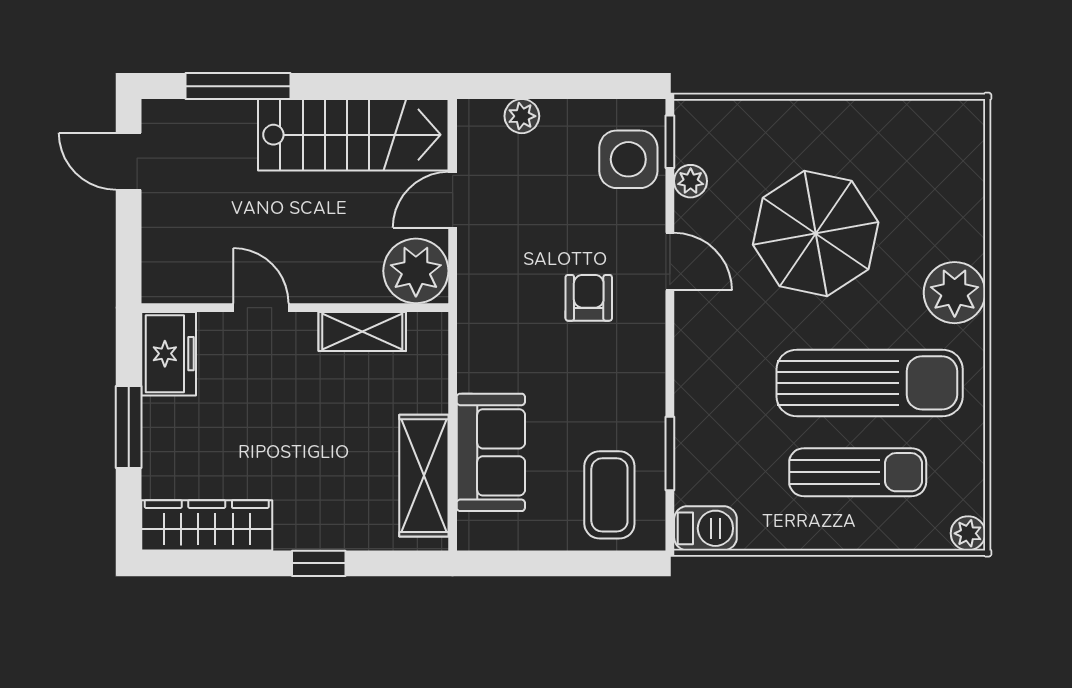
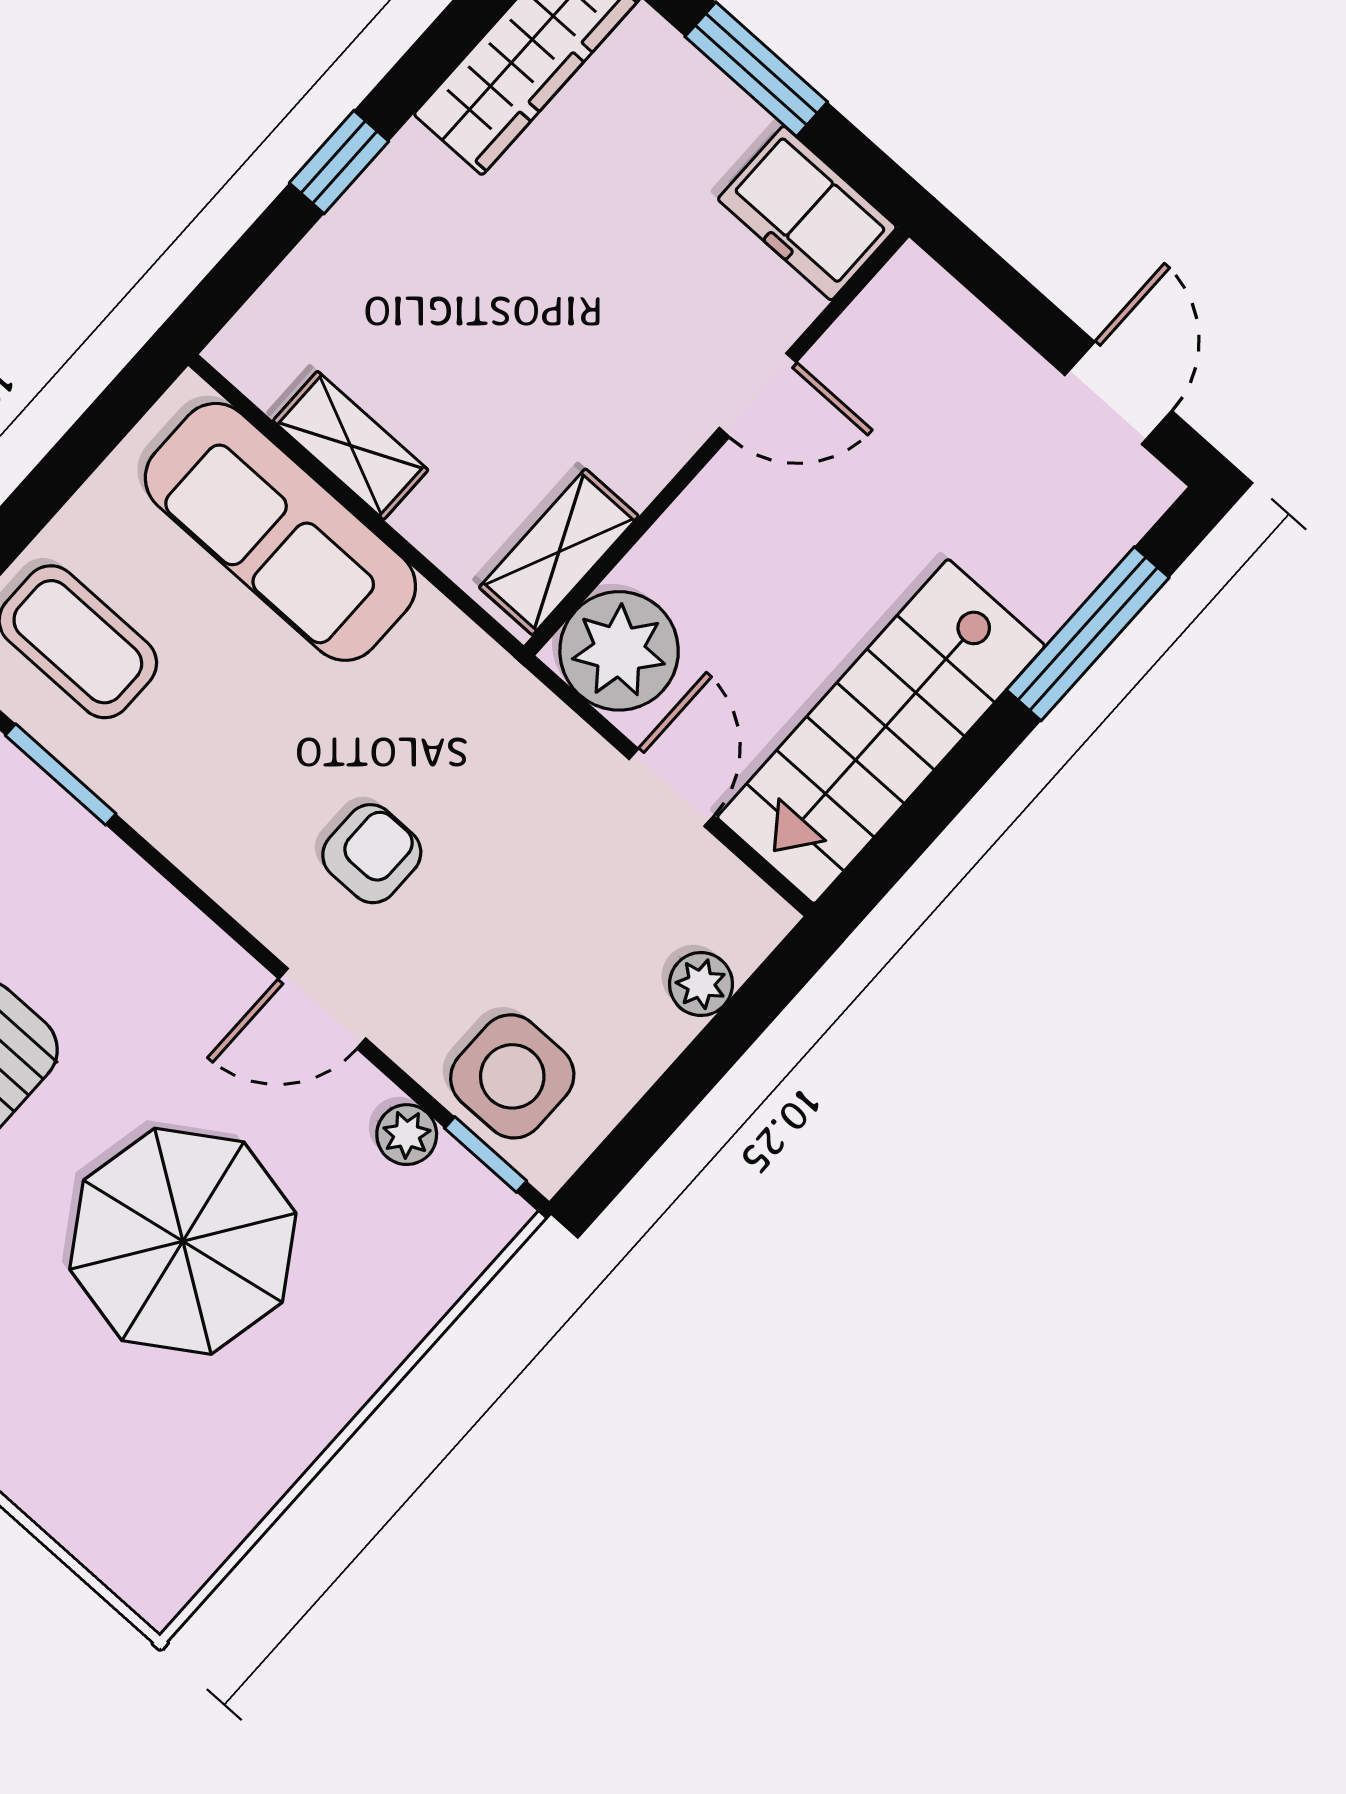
door: (129, 161) -> (1118, 393), hinge flipped
armchair: (589, 298) -> (372, 854), turned -90
shelving: (362, 332) -> (559, 552), moved
sofa: (491, 452) -> (280, 532), width x1.36
shelving: (424, 476) -> (351, 445), width x0.67, depth x0.75

